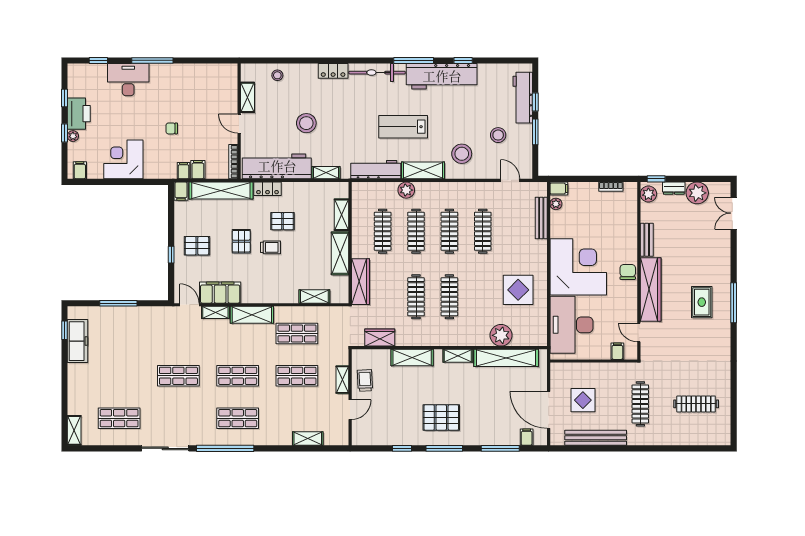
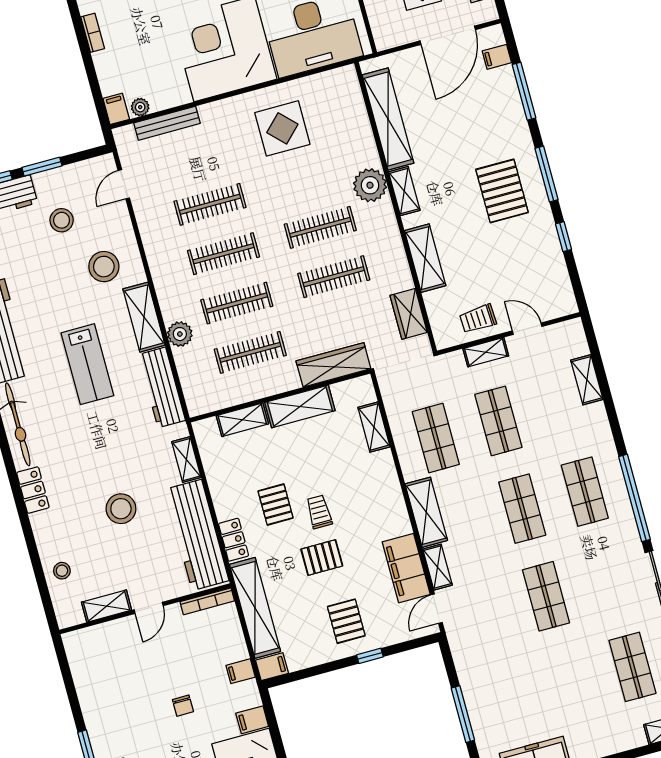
filing cabinet: (198, 170) -> (252, 720), moved
plant: (501, 335) -> (370, 185), moved

